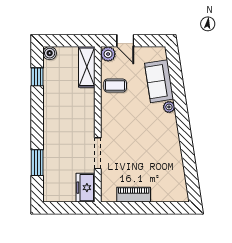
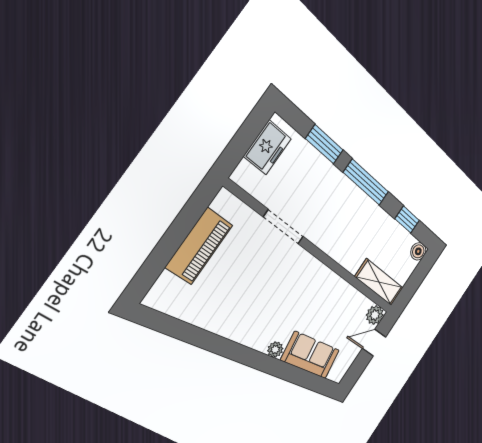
coffee table: (115, 86) -> (340, 301), removed
window: (37, 122) -> (366, 182), added
freezer: (85, 188) -> (267, 147), moved, turned 90
piano: (134, 195) -> (199, 246), width x1.37, depth x1.33

